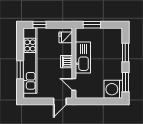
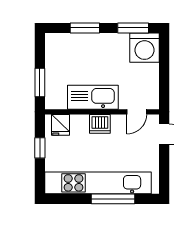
window: (39, 25) -> (40, 148), moved
window: (20, 70) -> (113, 199), width x1.44

